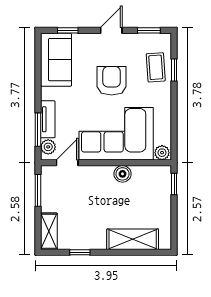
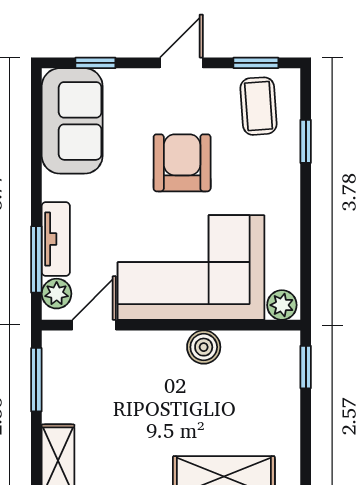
coffee table: (156, 67) -> (259, 106), moved

